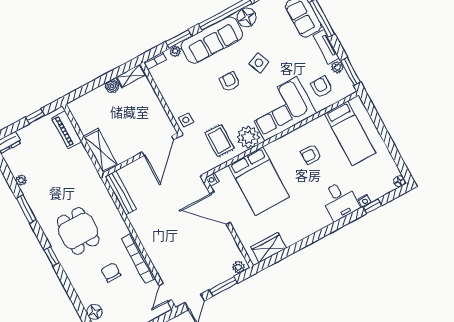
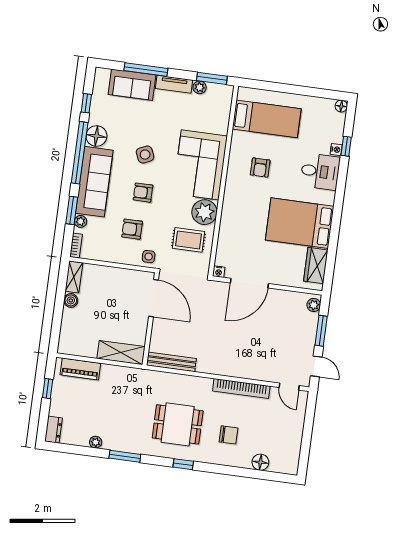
armchair: (322, 87) -> (132, 229), moved
bed: (259, 181) -> (300, 223), moved, turned 180
chair: (111, 272) -> (228, 435), moved, turned 180

